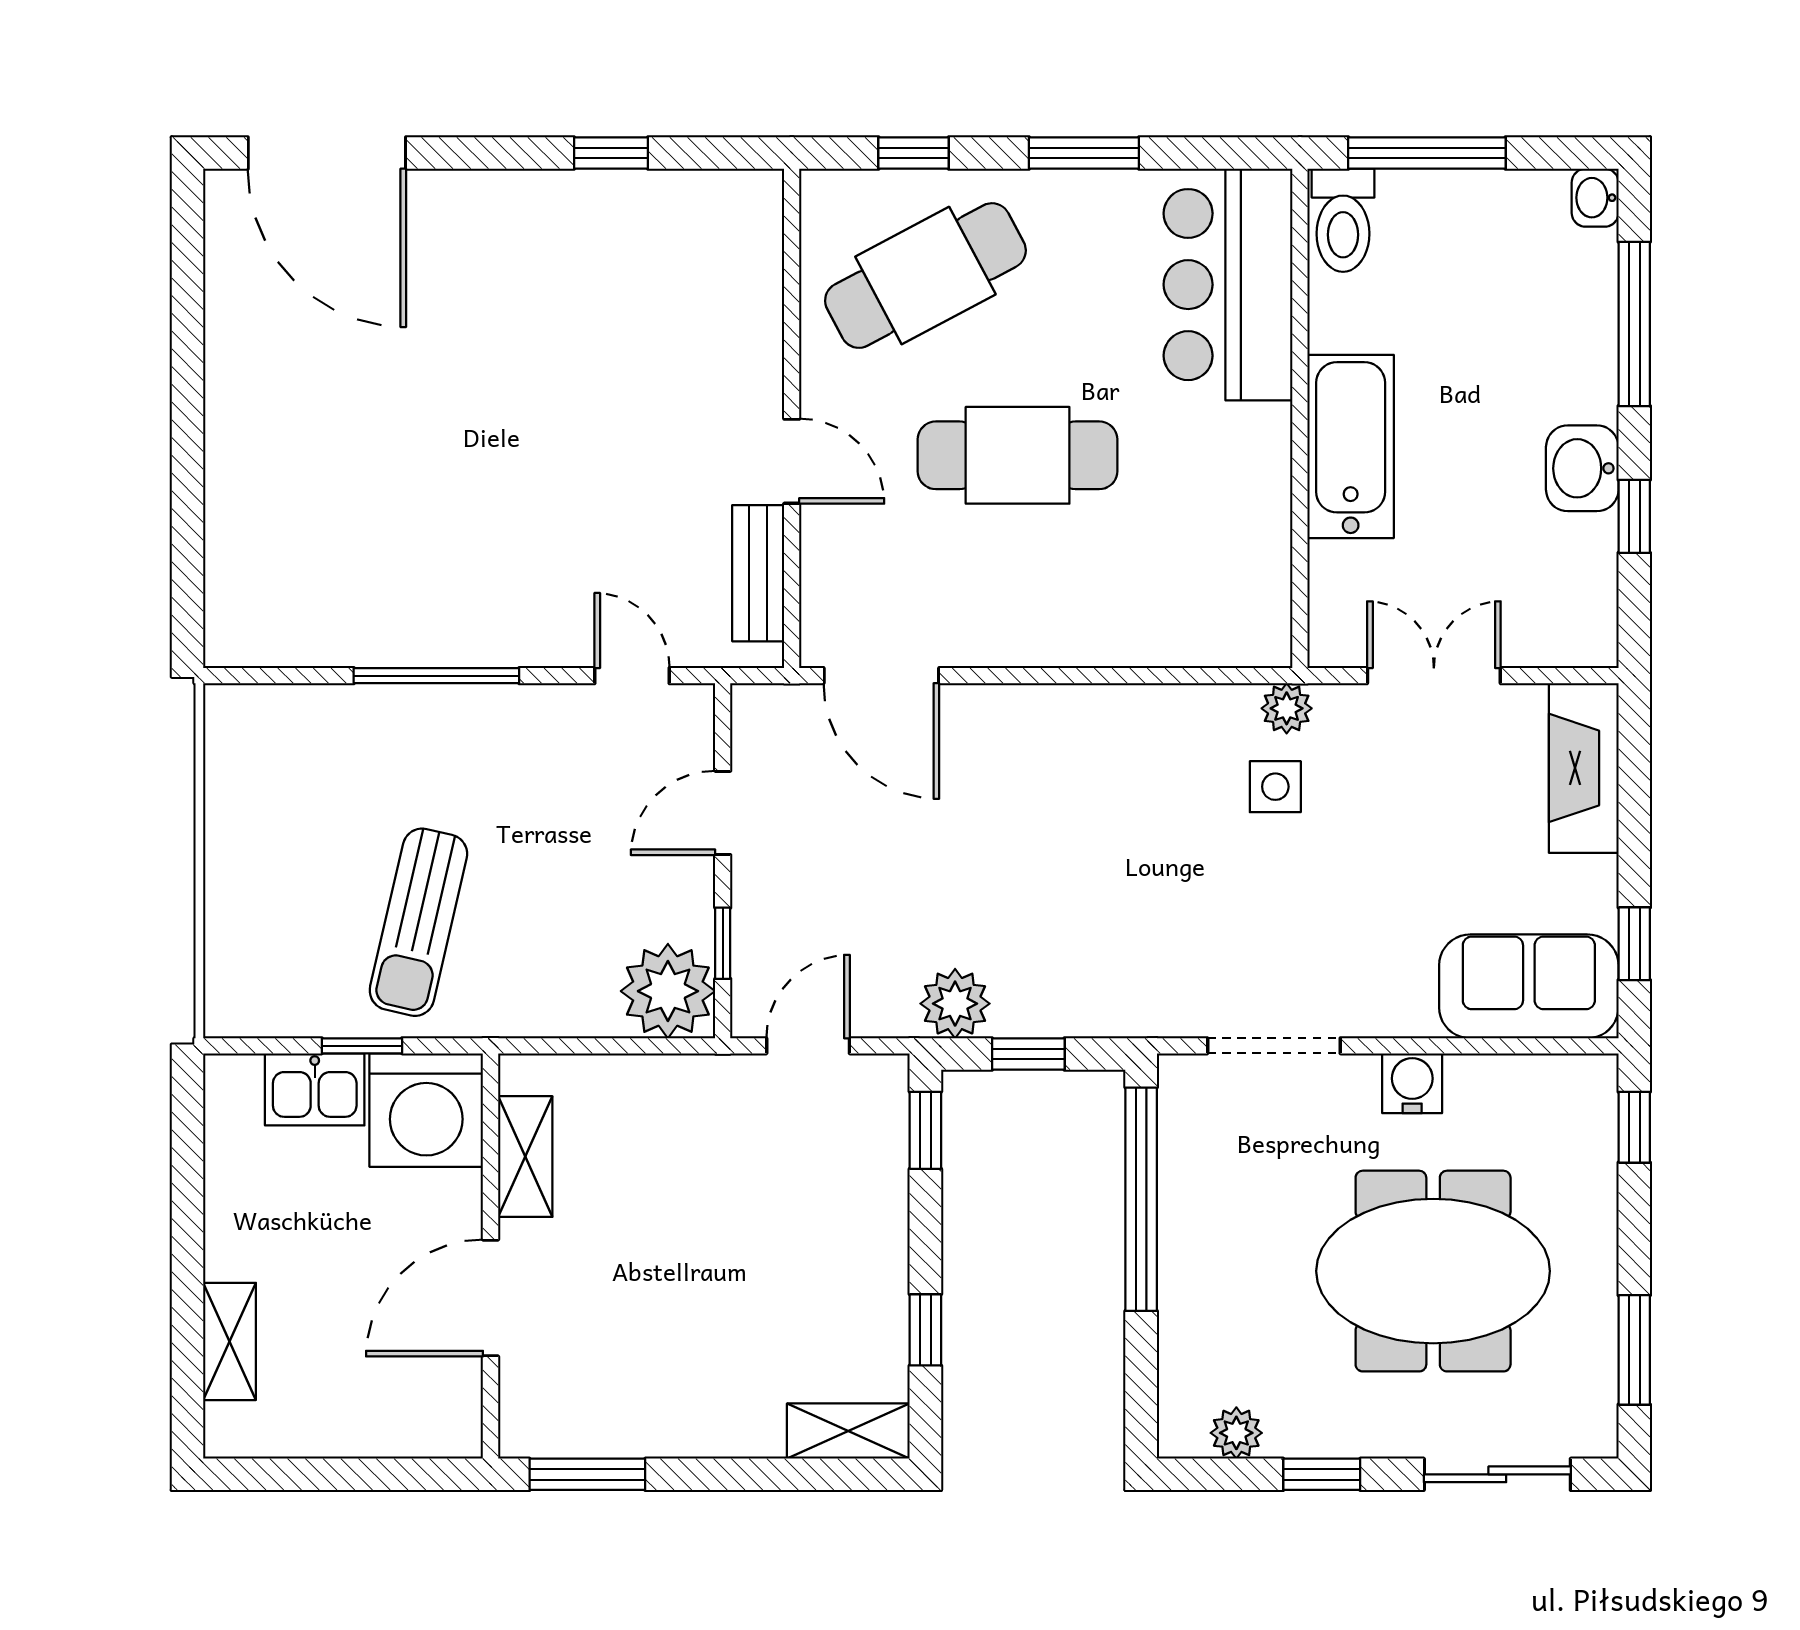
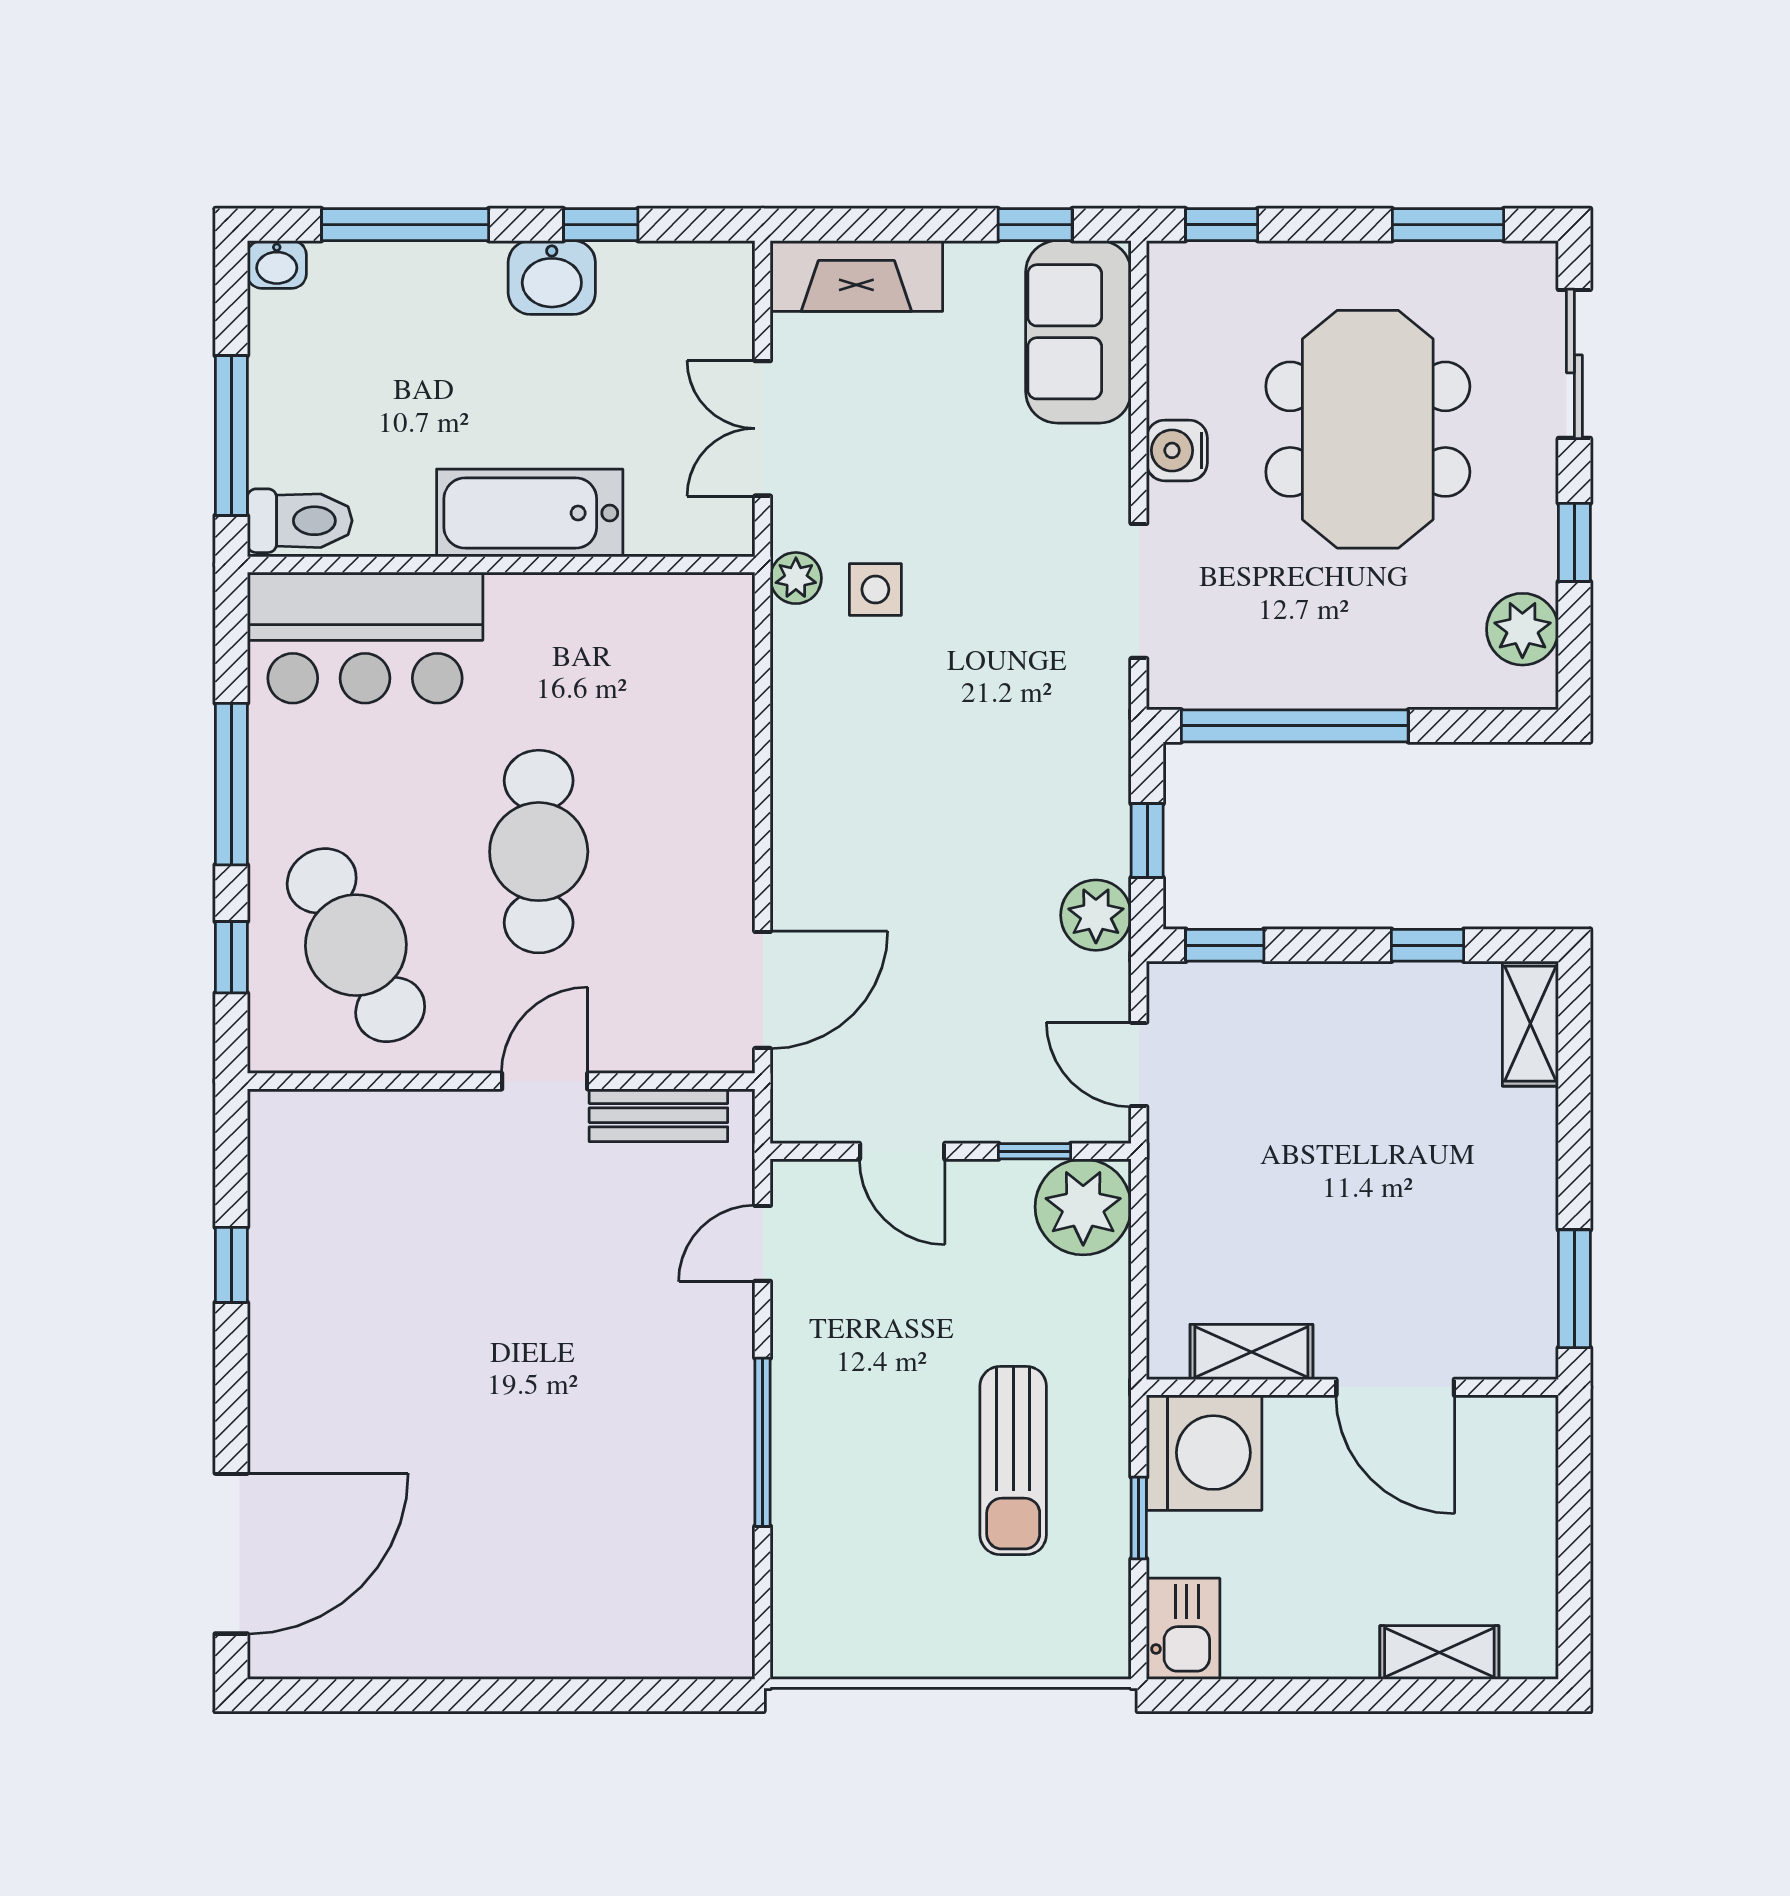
window: (1084, 153) -> (231, 784), width x1.44
sun lounger: (418, 922) -> (1013, 1460), turned 77
kitchen sink: (315, 1089) -> (1183, 1629), moved
plant: (1236, 1433) -> (1522, 629), width x1.38, depth x1.38

